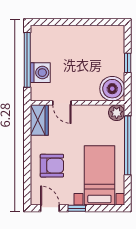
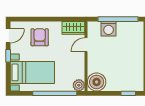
window: (128, 63) -> (128, 93), moved
armchair: (52, 166) -> (40, 37), turned 180

